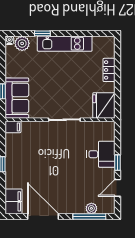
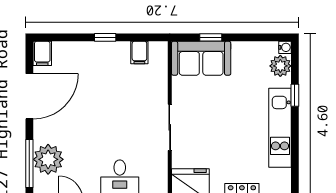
filing cabinet: (13, 127) -> (139, 53), moved
filing cabinet: (13, 201) -> (42, 53), width x0.50
plant: (91, 208) -> (48, 159), width x1.87, depth x1.87

